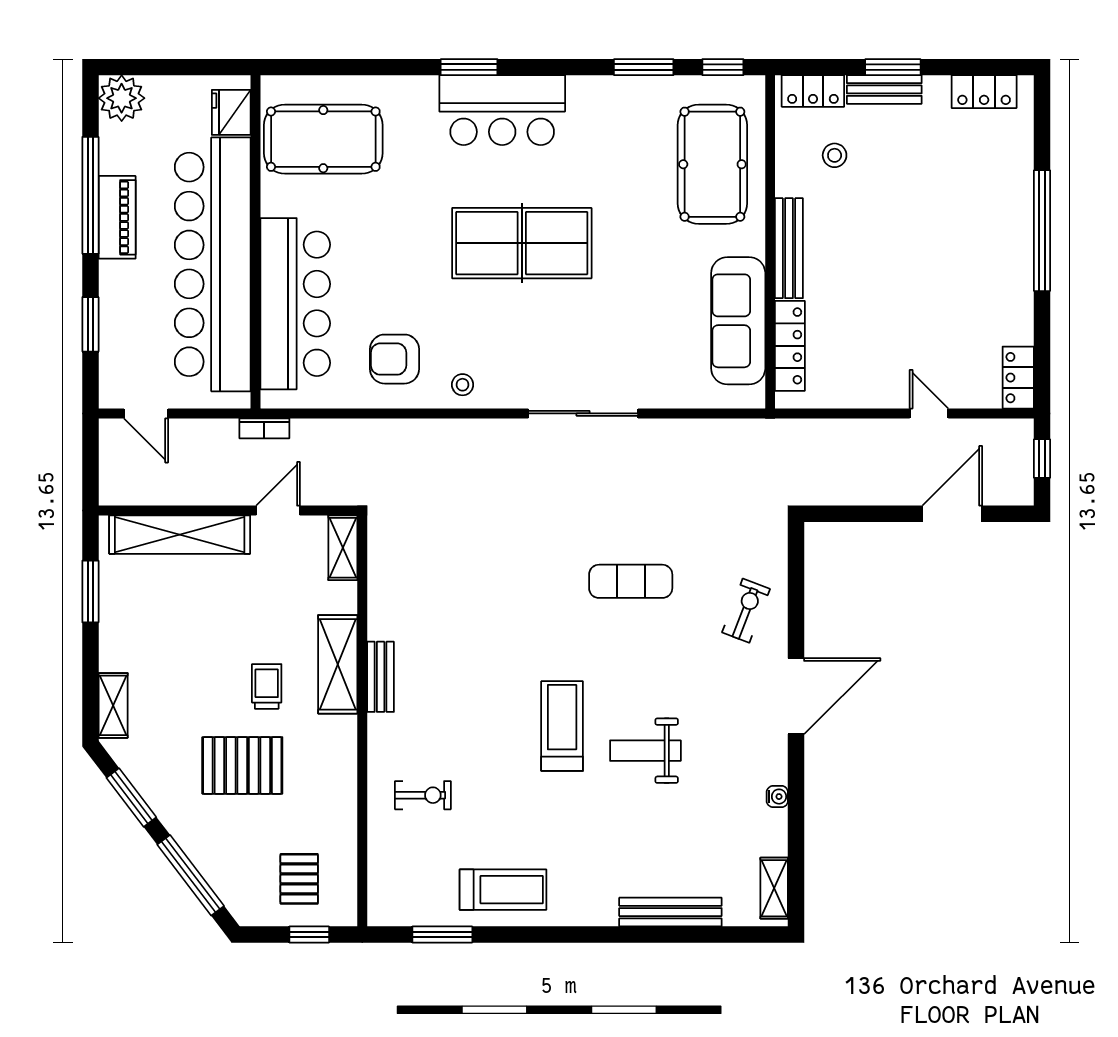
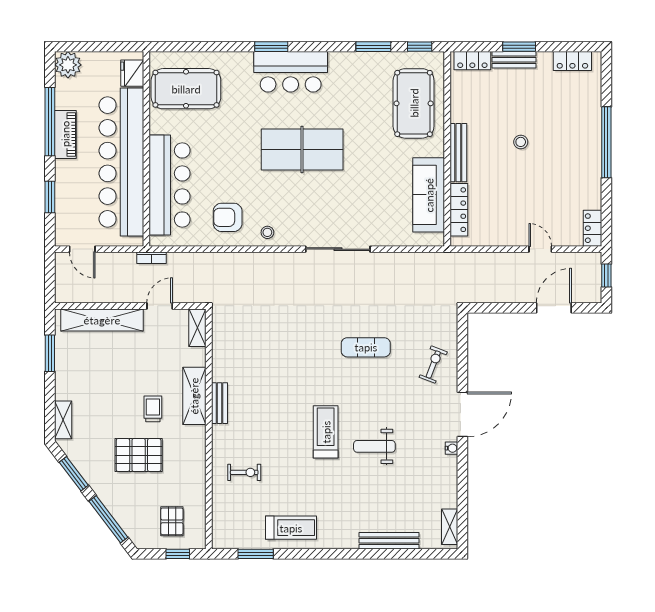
stool: (835, 155) -> (521, 142), moved
water cooler: (777, 797) -> (451, 448), moved

